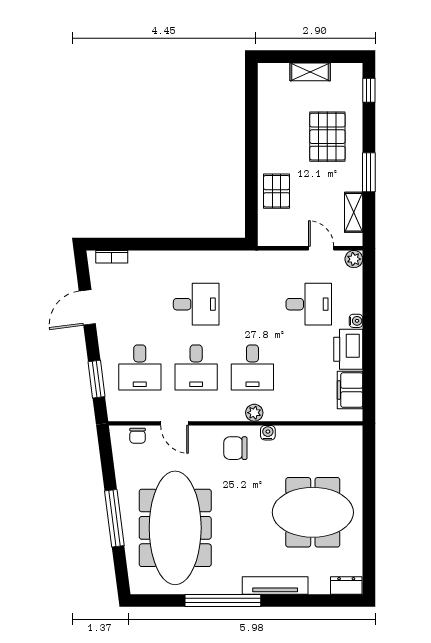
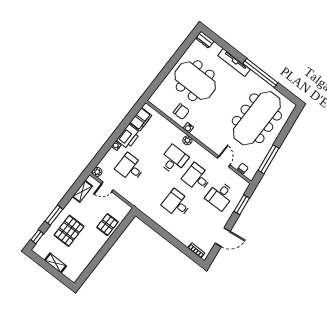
window: (369, 172) -> (54, 215), moved
door: (321, 248) -> (107, 187), hinge flipped
desk: (140, 367) -> (220, 196), turned 180
desk: (196, 367) -> (197, 178), turned -90
chair: (235, 448) -> (181, 112), moved
window: (114, 518) -> (269, 159), moved

